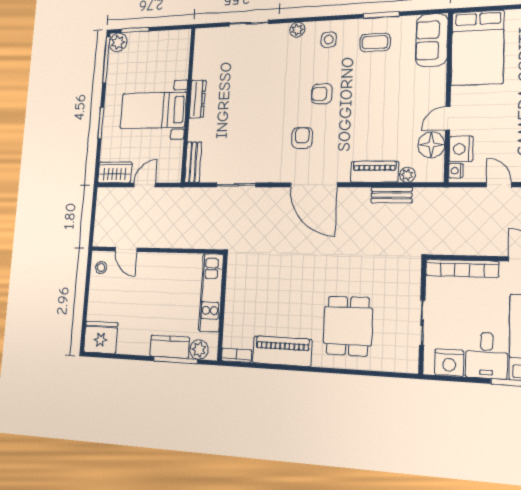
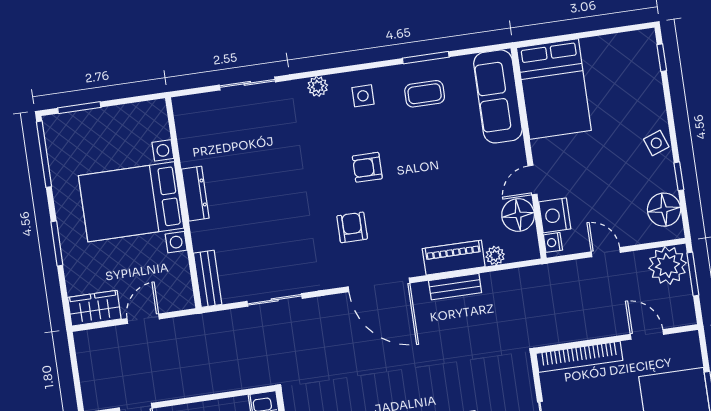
sofa: (432, 40) -> (498, 96), width x1.36
plant: (118, 42) -> (57, 128), removed
bed with nightstands: (153, 110) -> (131, 202), width x1.36
bench: (392, 195) -> (455, 287), moved

